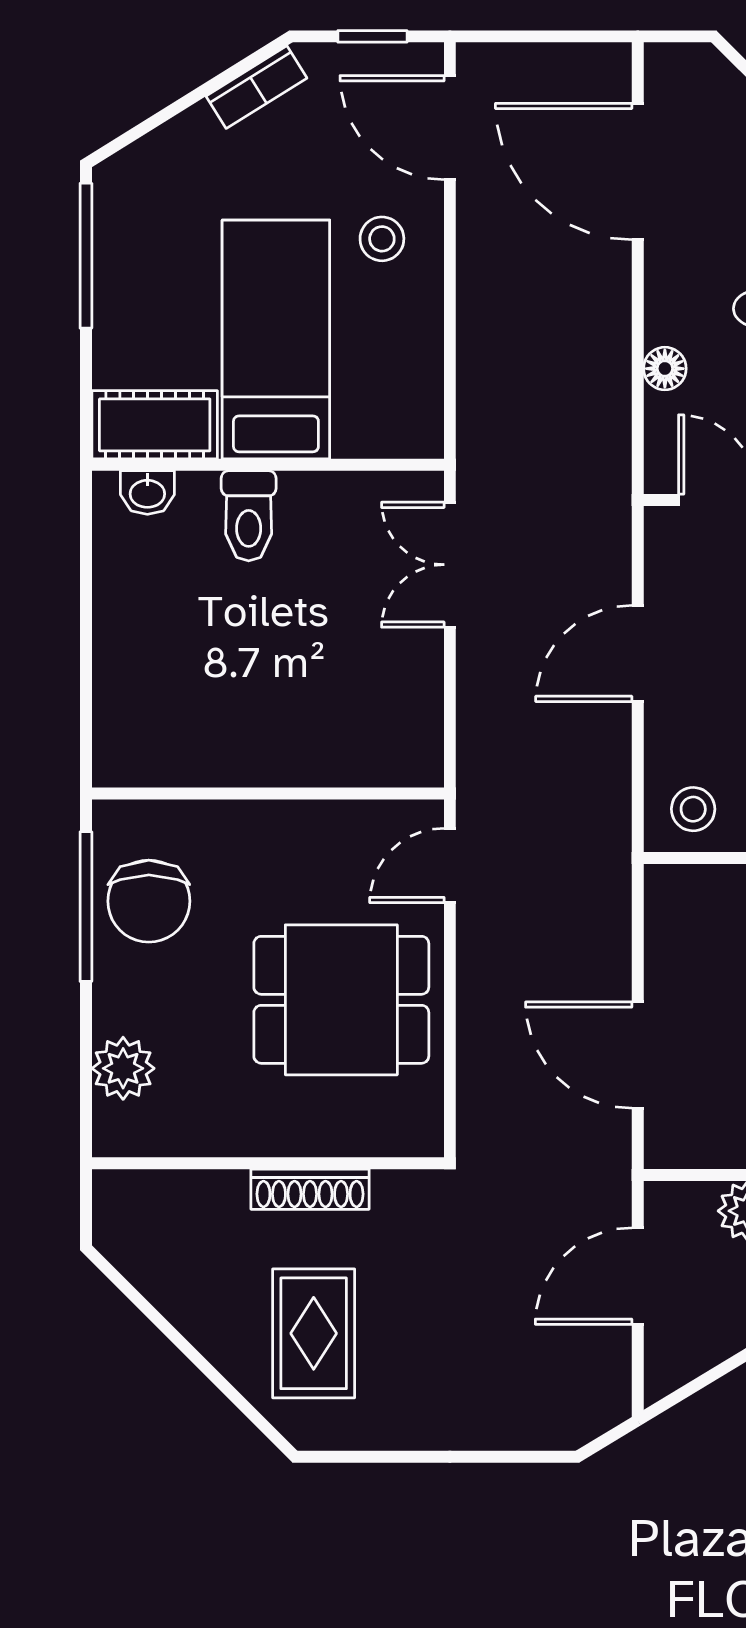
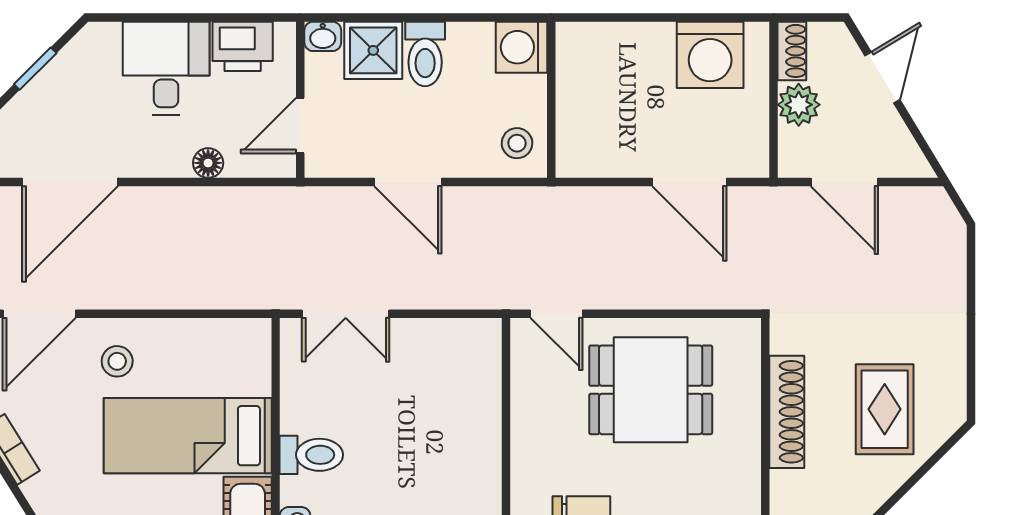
dining table: (341, 1000) -> (651, 390), turned 90
door: (638, 1055) -> (689, 182), hinge flipped
shoe rack: (310, 1189) -> (787, 412), width x1.36, depth x1.24
rug: (314, 1333) -> (885, 409), turned 90

